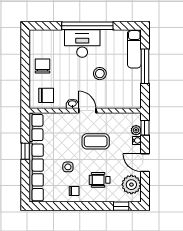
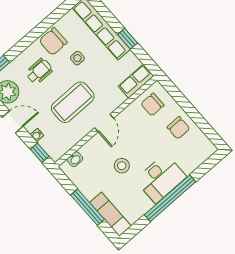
washbasin: (72, 104) -> (75, 159), moved
door: (87, 111) -> (104, 123), hinge flipped
row of seats: (36, 127) -> (136, 81), moved, turned 90
plant: (136, 130) -> (46, 144), removed
coffee table: (96, 141) -> (73, 102), width x1.36, depth x1.32
chair: (74, 191) -> (53, 41), width x1.87, depth x1.87

